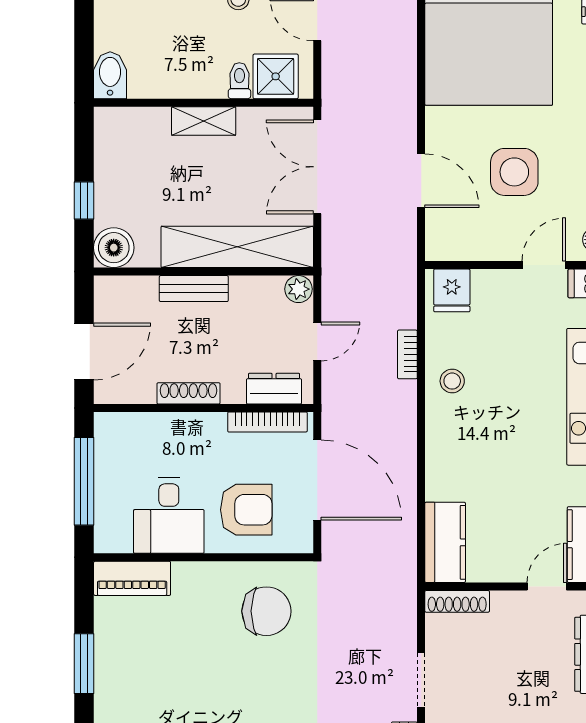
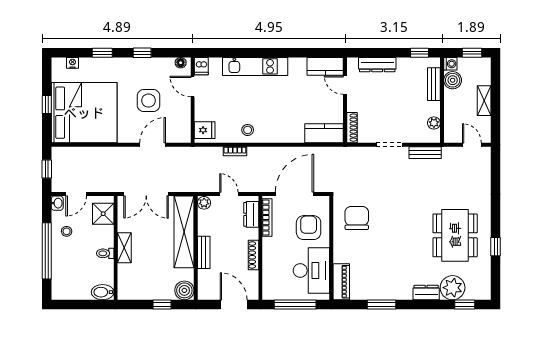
toilet: (239, 81) -> (105, 253), moved
desk: (169, 516) -> (311, 270), width x1.37

